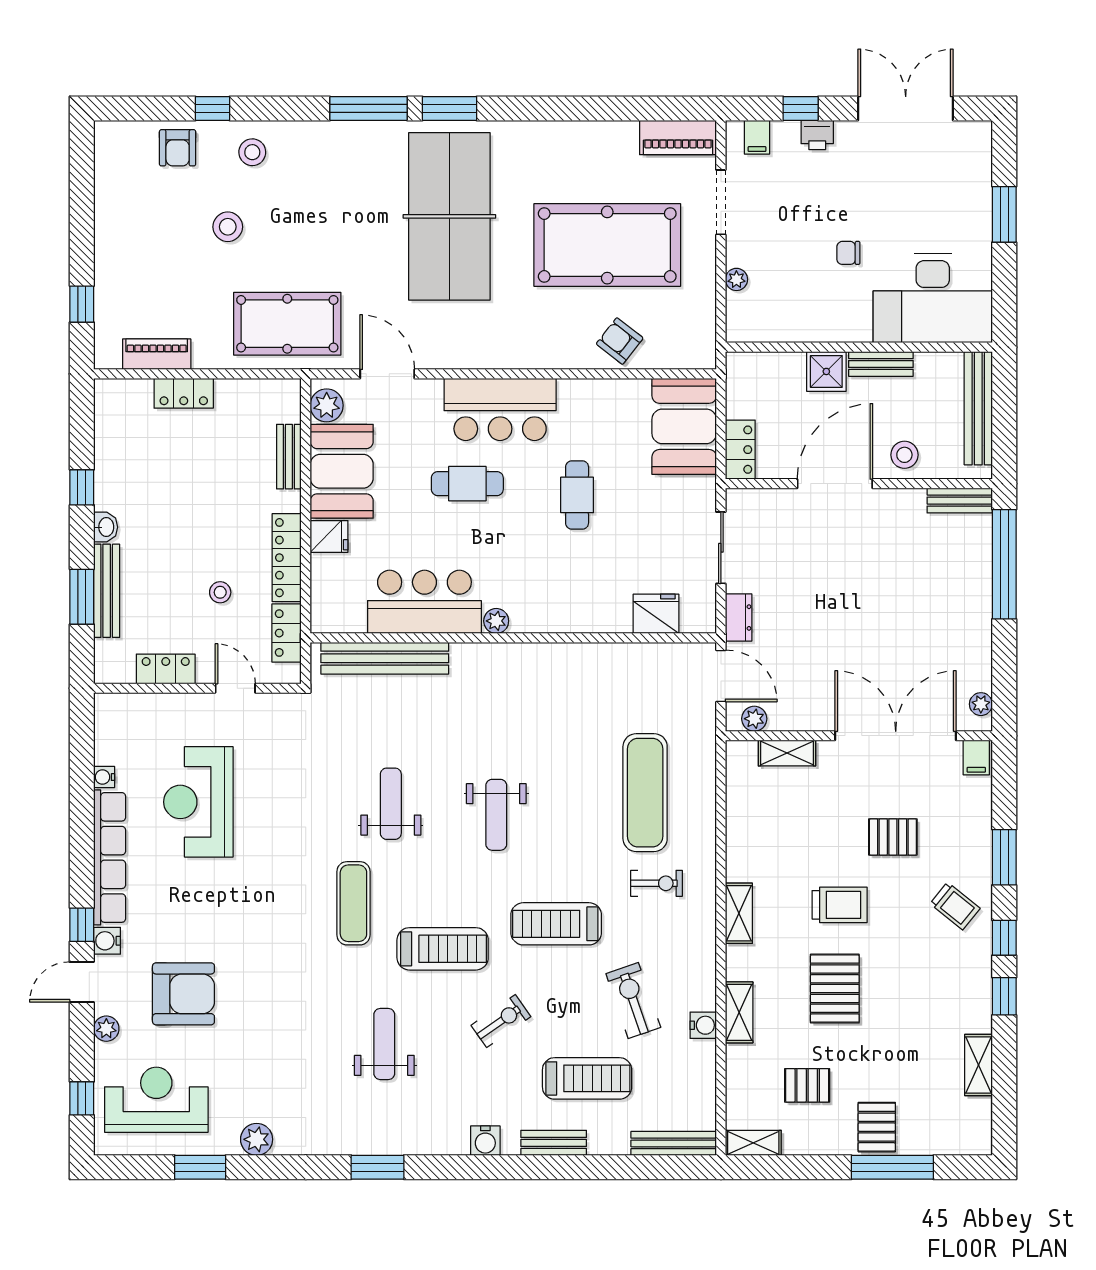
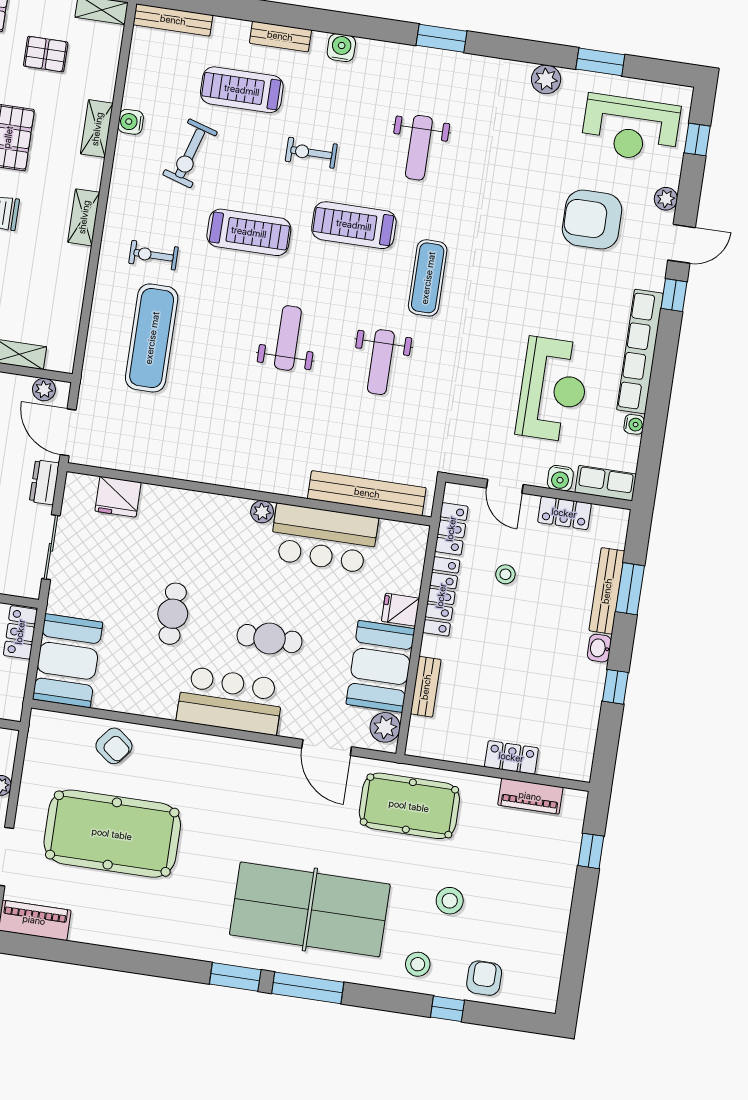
table tennis table: (449, 216) -> (310, 909), moved, turned 90
row of seats: (126, 708) -> (606, 483), added
water cooler: (107, 941) -> (560, 478), moved, turned 90
exercise bike: (633, 1001) -> (190, 153), turned 36
exercise bike: (501, 1021) -> (311, 153), turned 35

